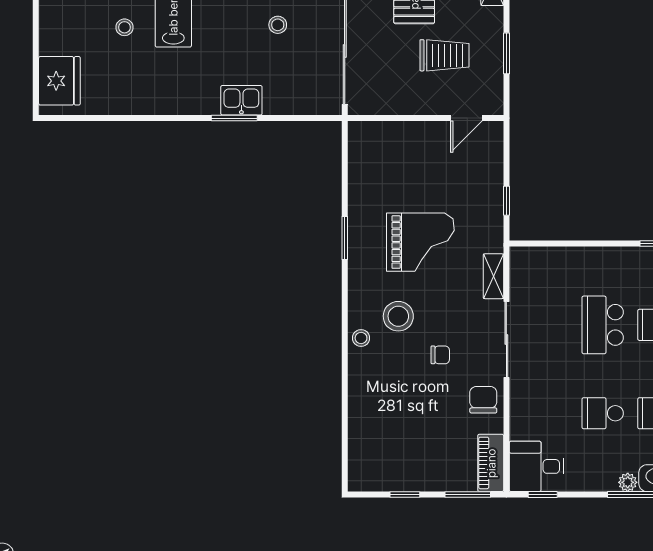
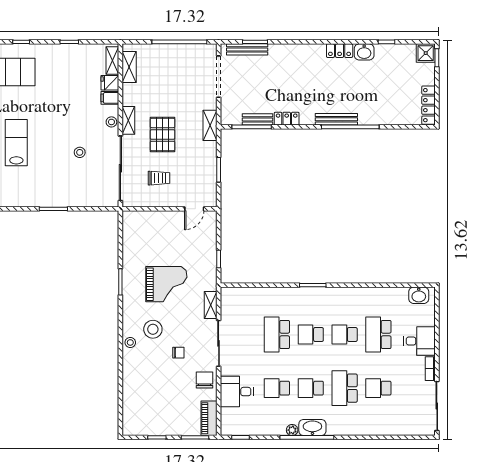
trolley: (444, 55) -> (159, 178), moved, width x0.73, depth x0.72
kitchen sink: (241, 100) -> (58, 198), removed
desk: (537, 466) -> (237, 392), moved

